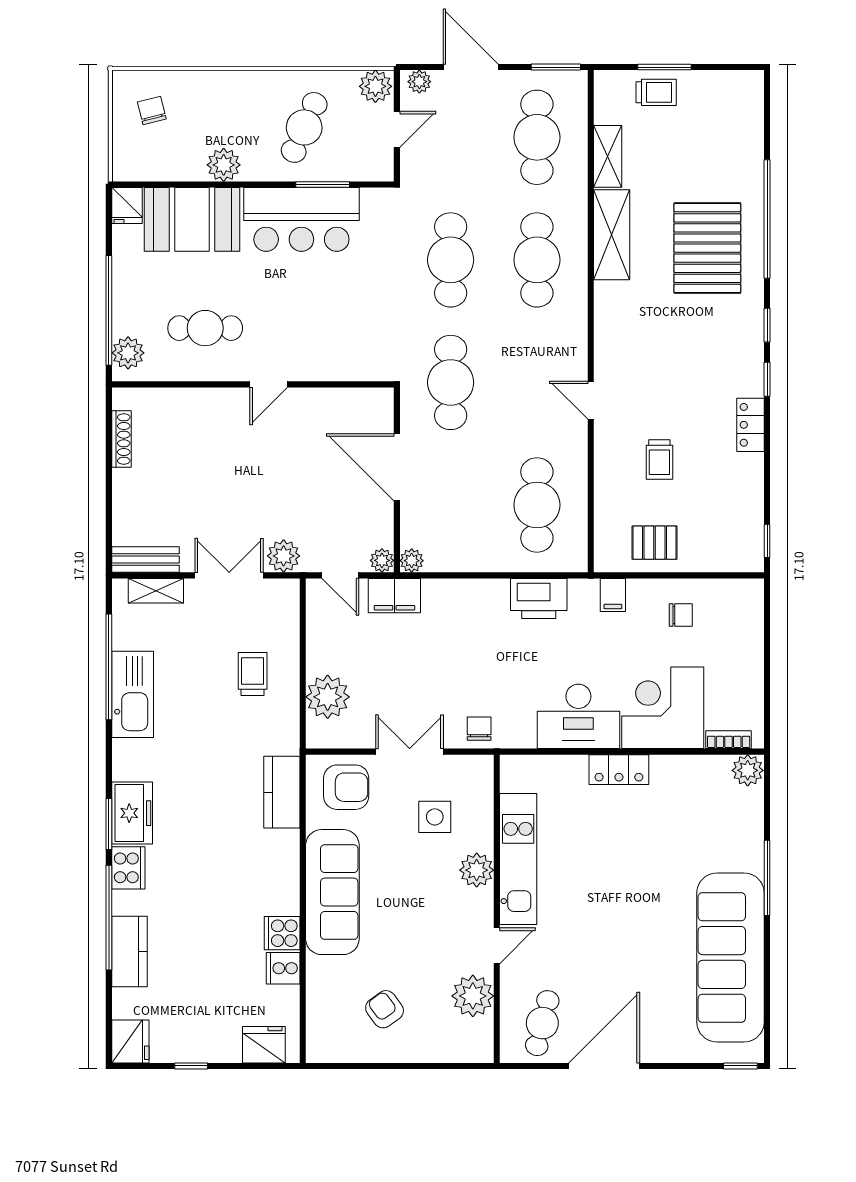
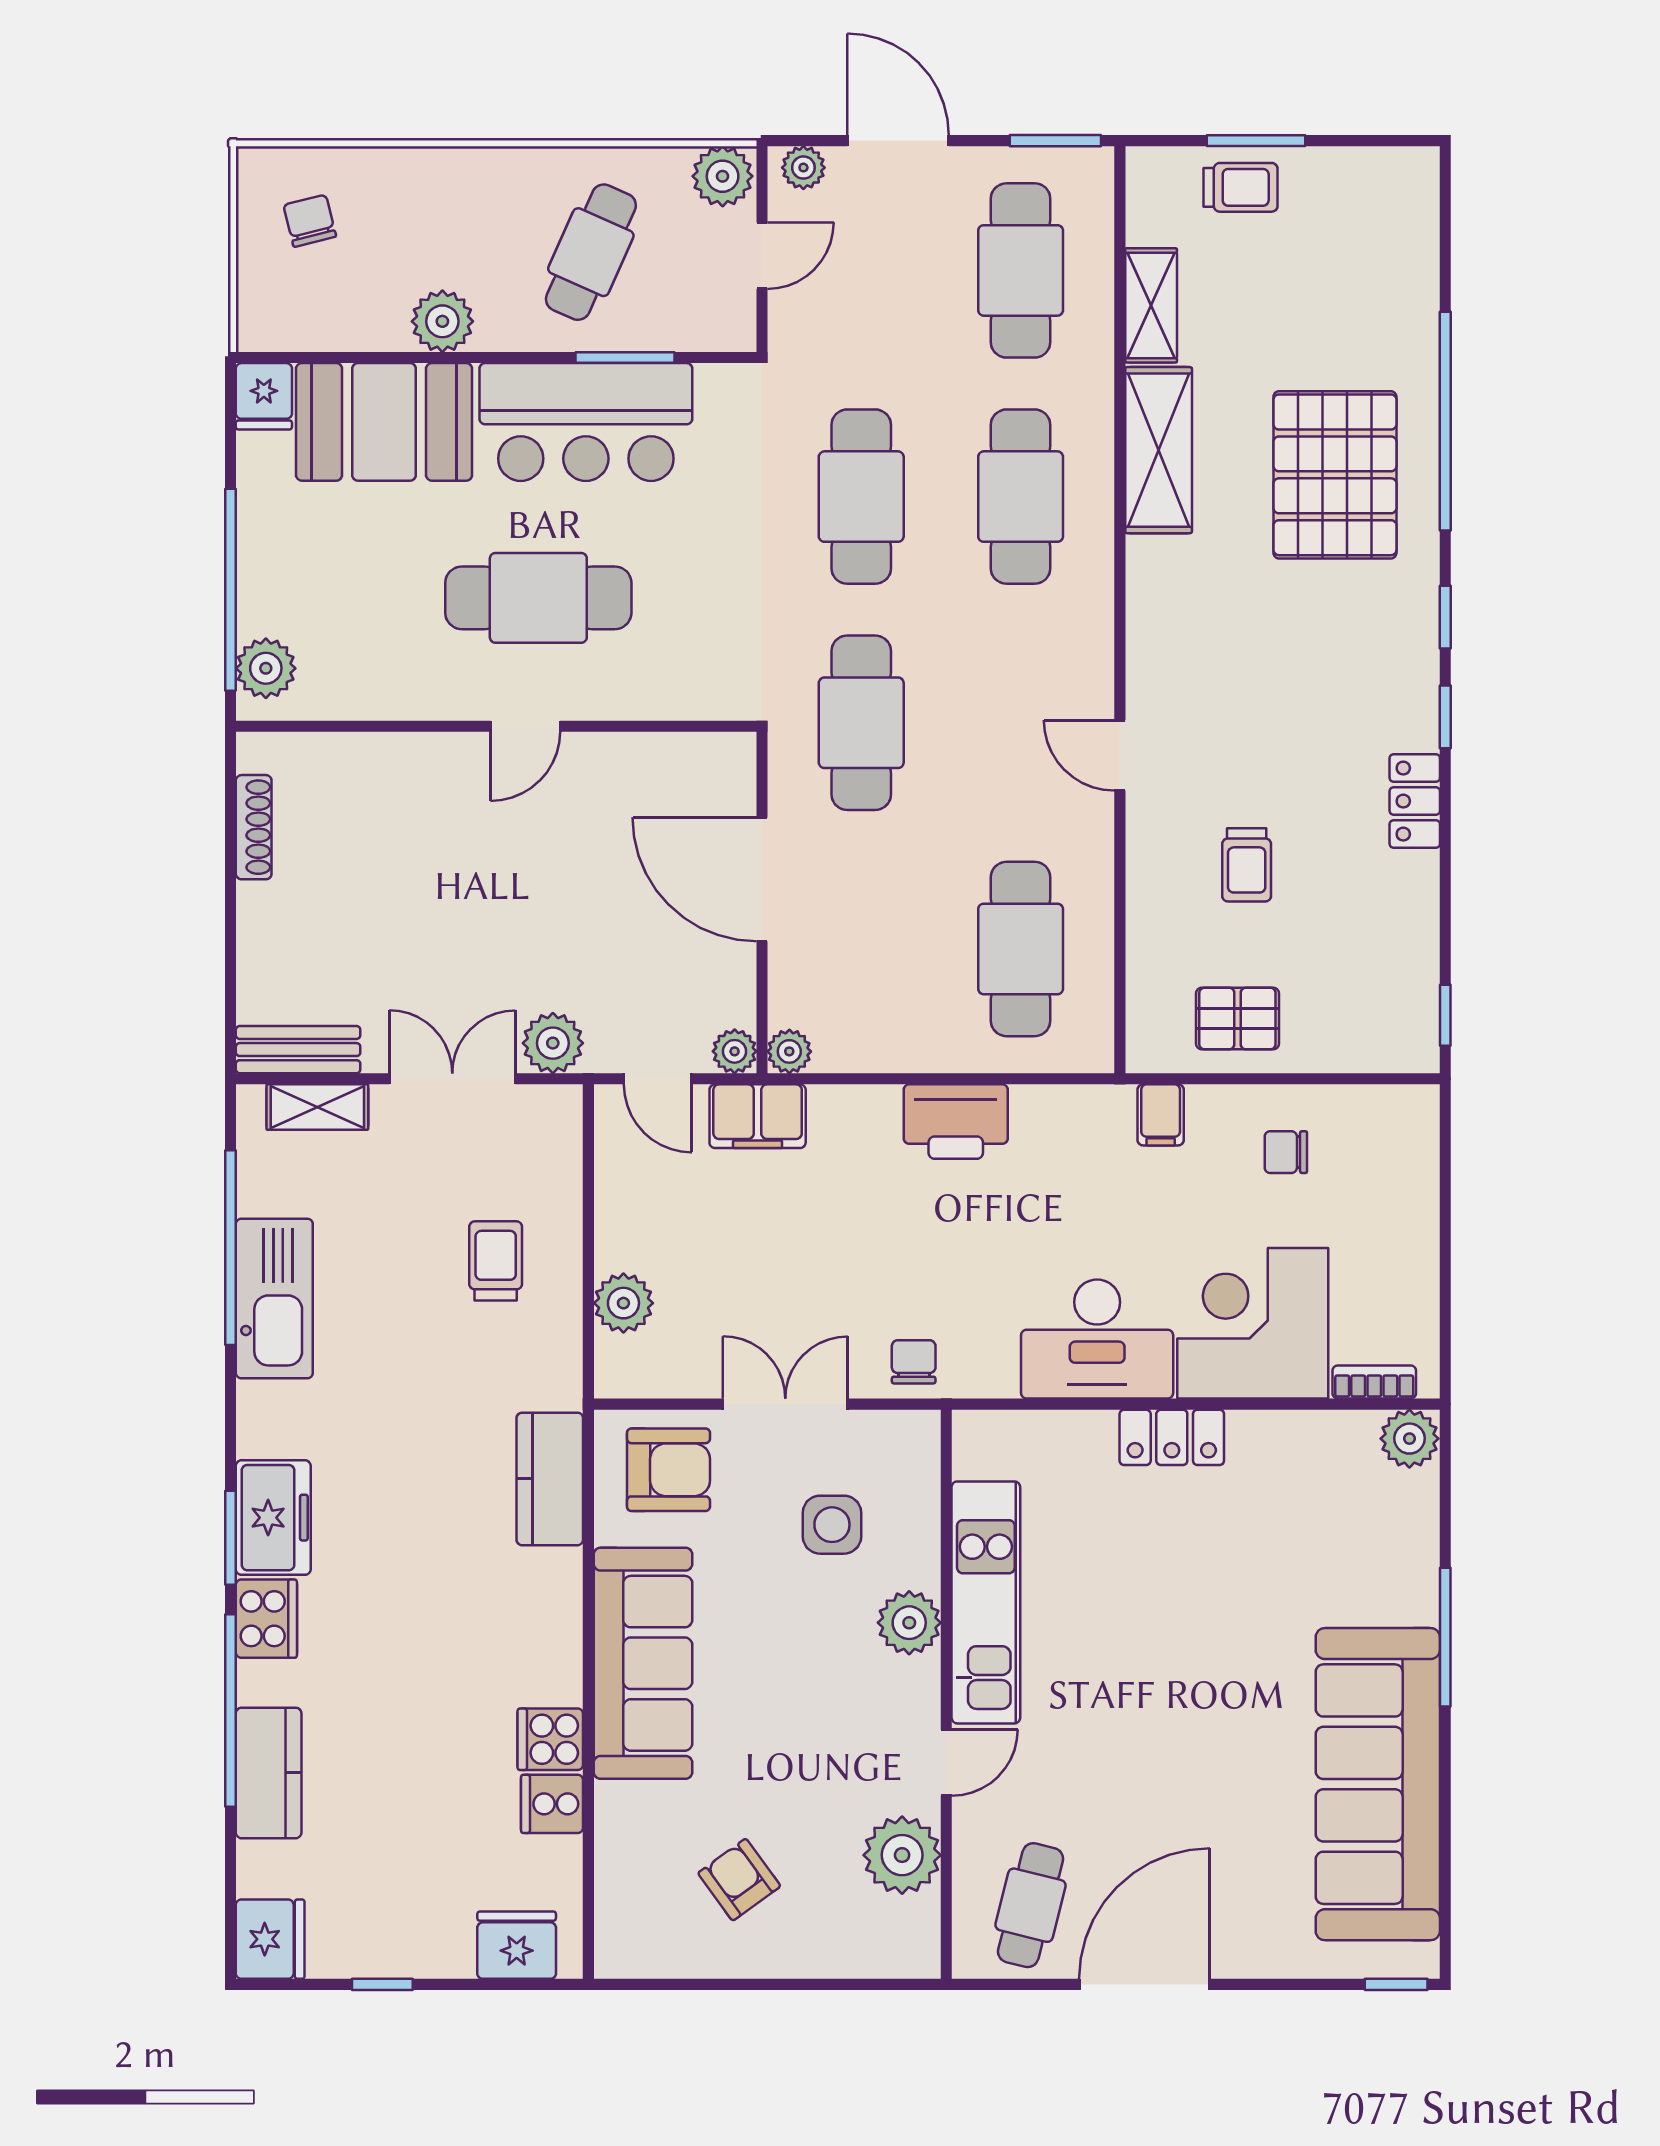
cafe table: (205, 328) -> (538, 598), moved, width x1.37, depth x1.35
printer: (539, 598) -> (956, 1121), moved
chair: (681, 615) -> (1286, 1152), turned 180
plant: (328, 697) -> (623, 1303), width x0.73, depth x0.73

